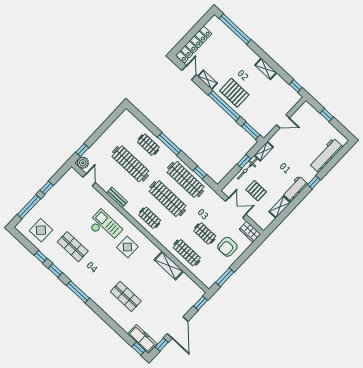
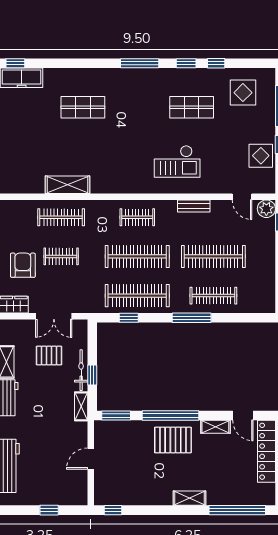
shelving: (266, 69) -> (190, 498), moved
clothes rail: (148, 145) -> (213, 296), width x1.36
display table: (127, 247) -> (261, 156), moved

